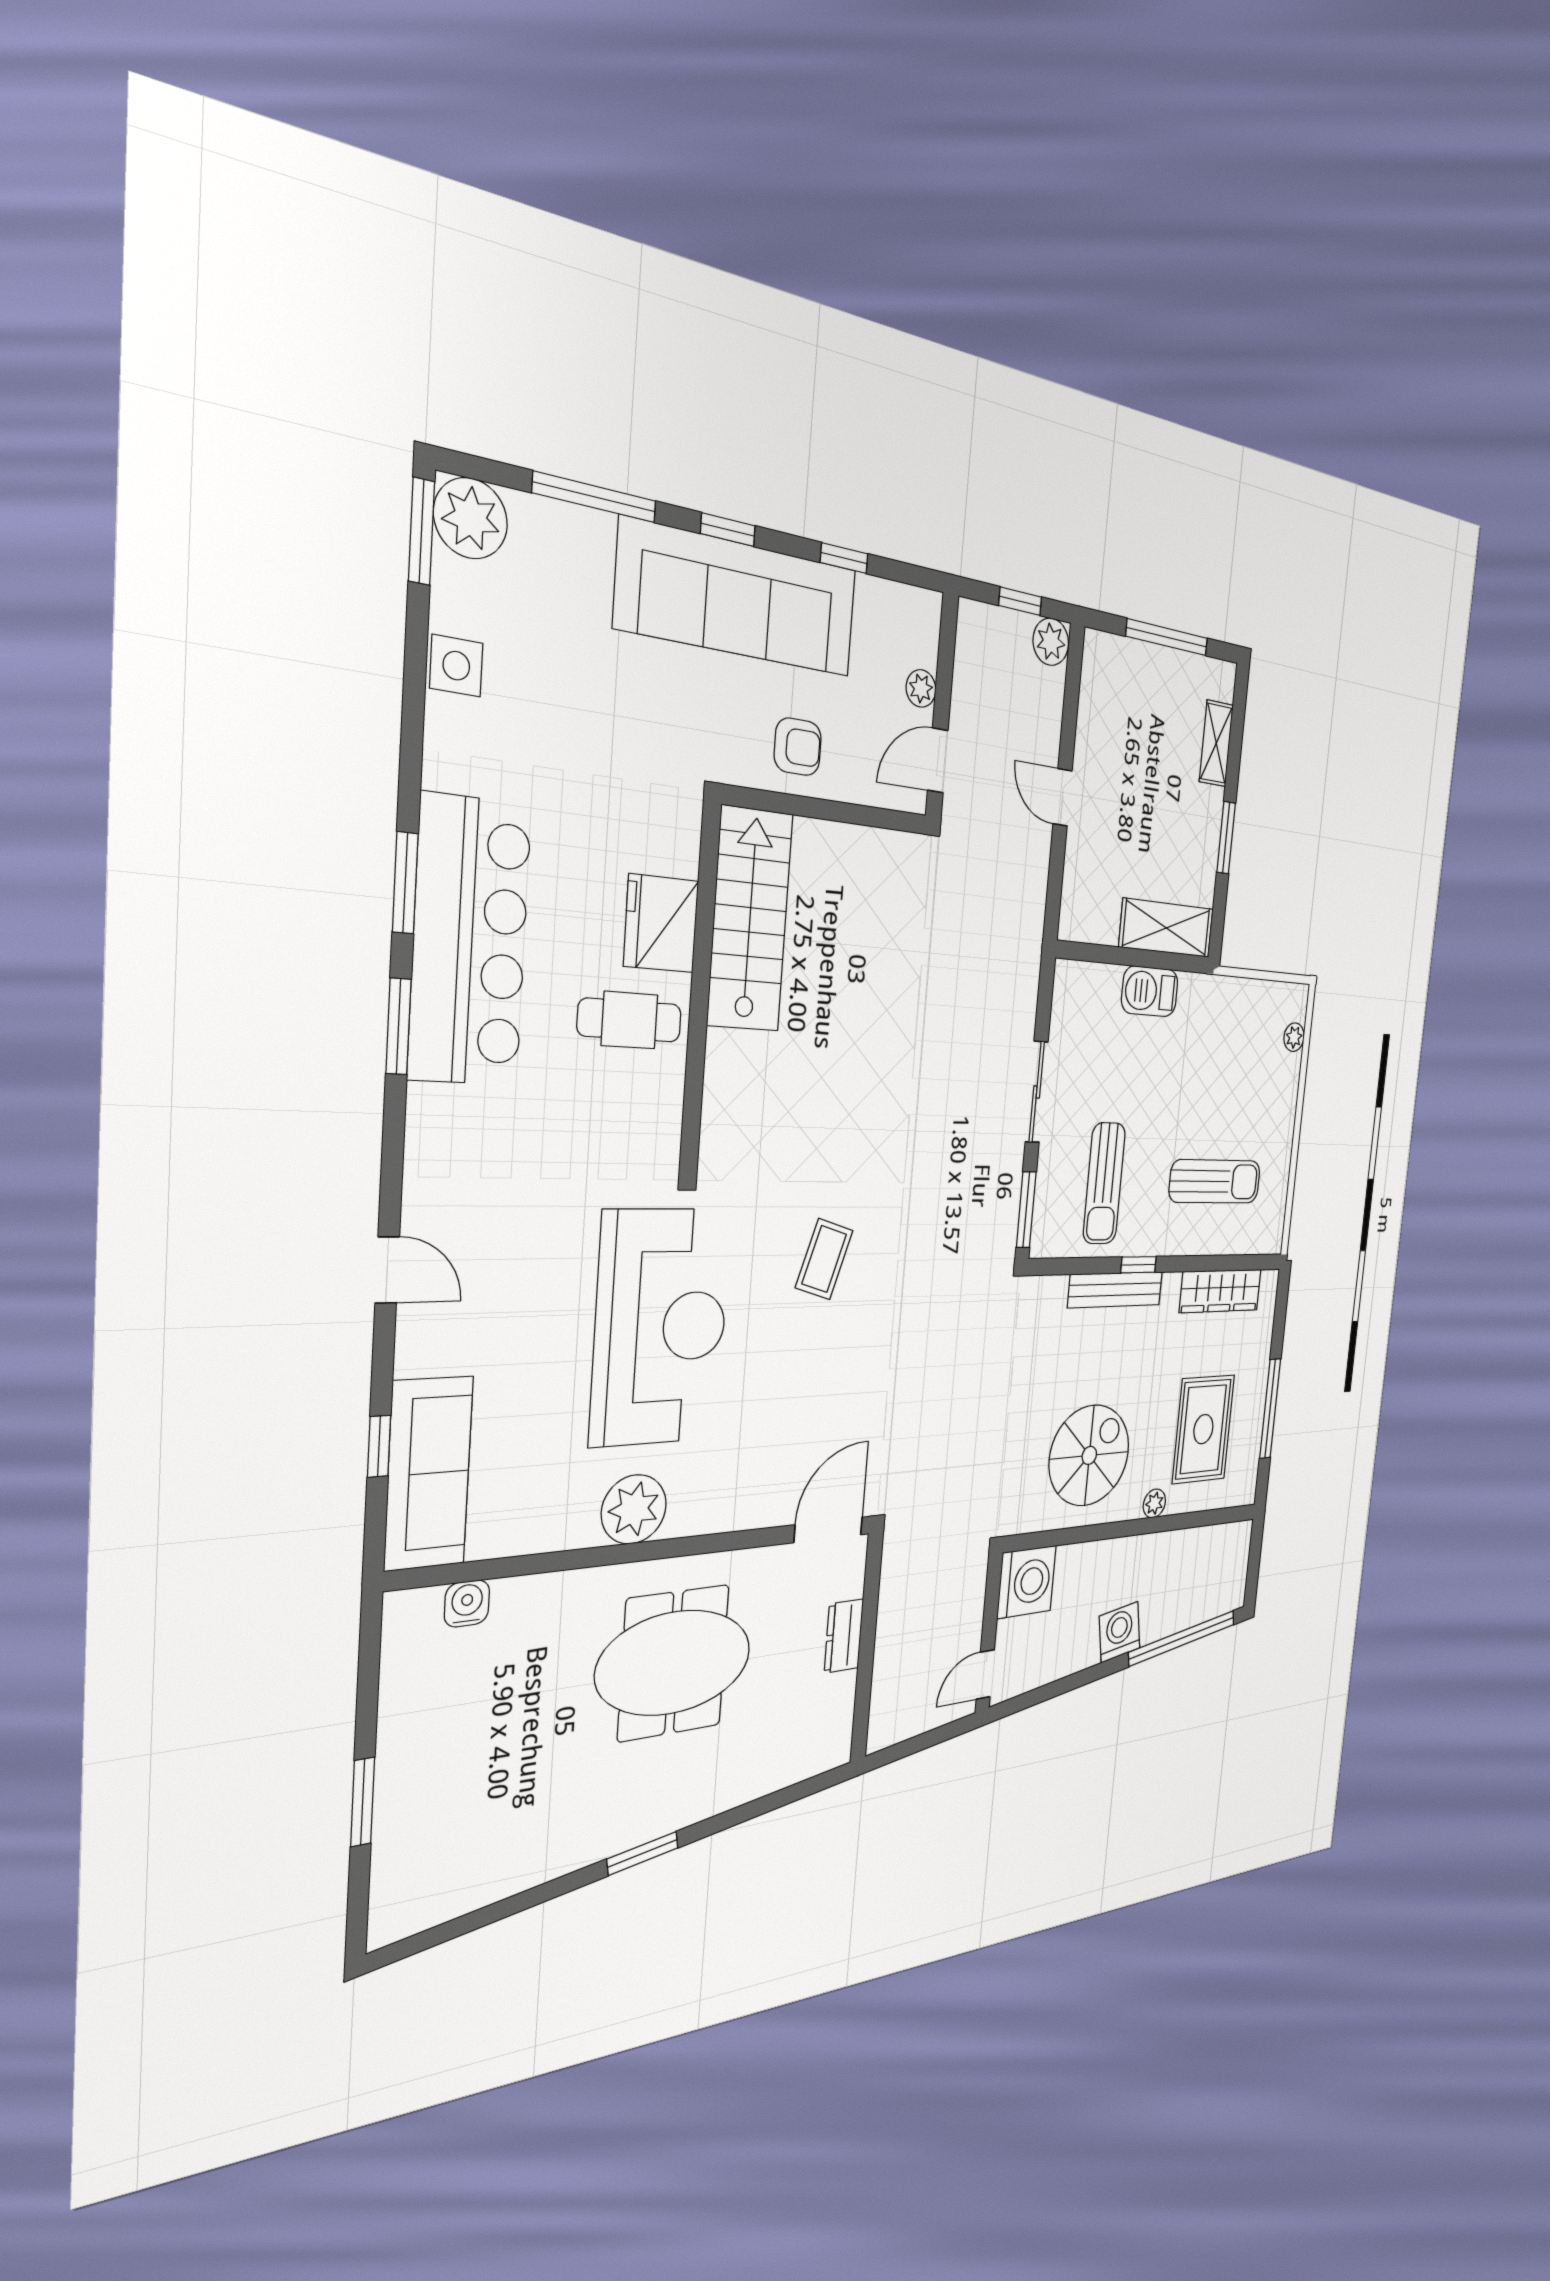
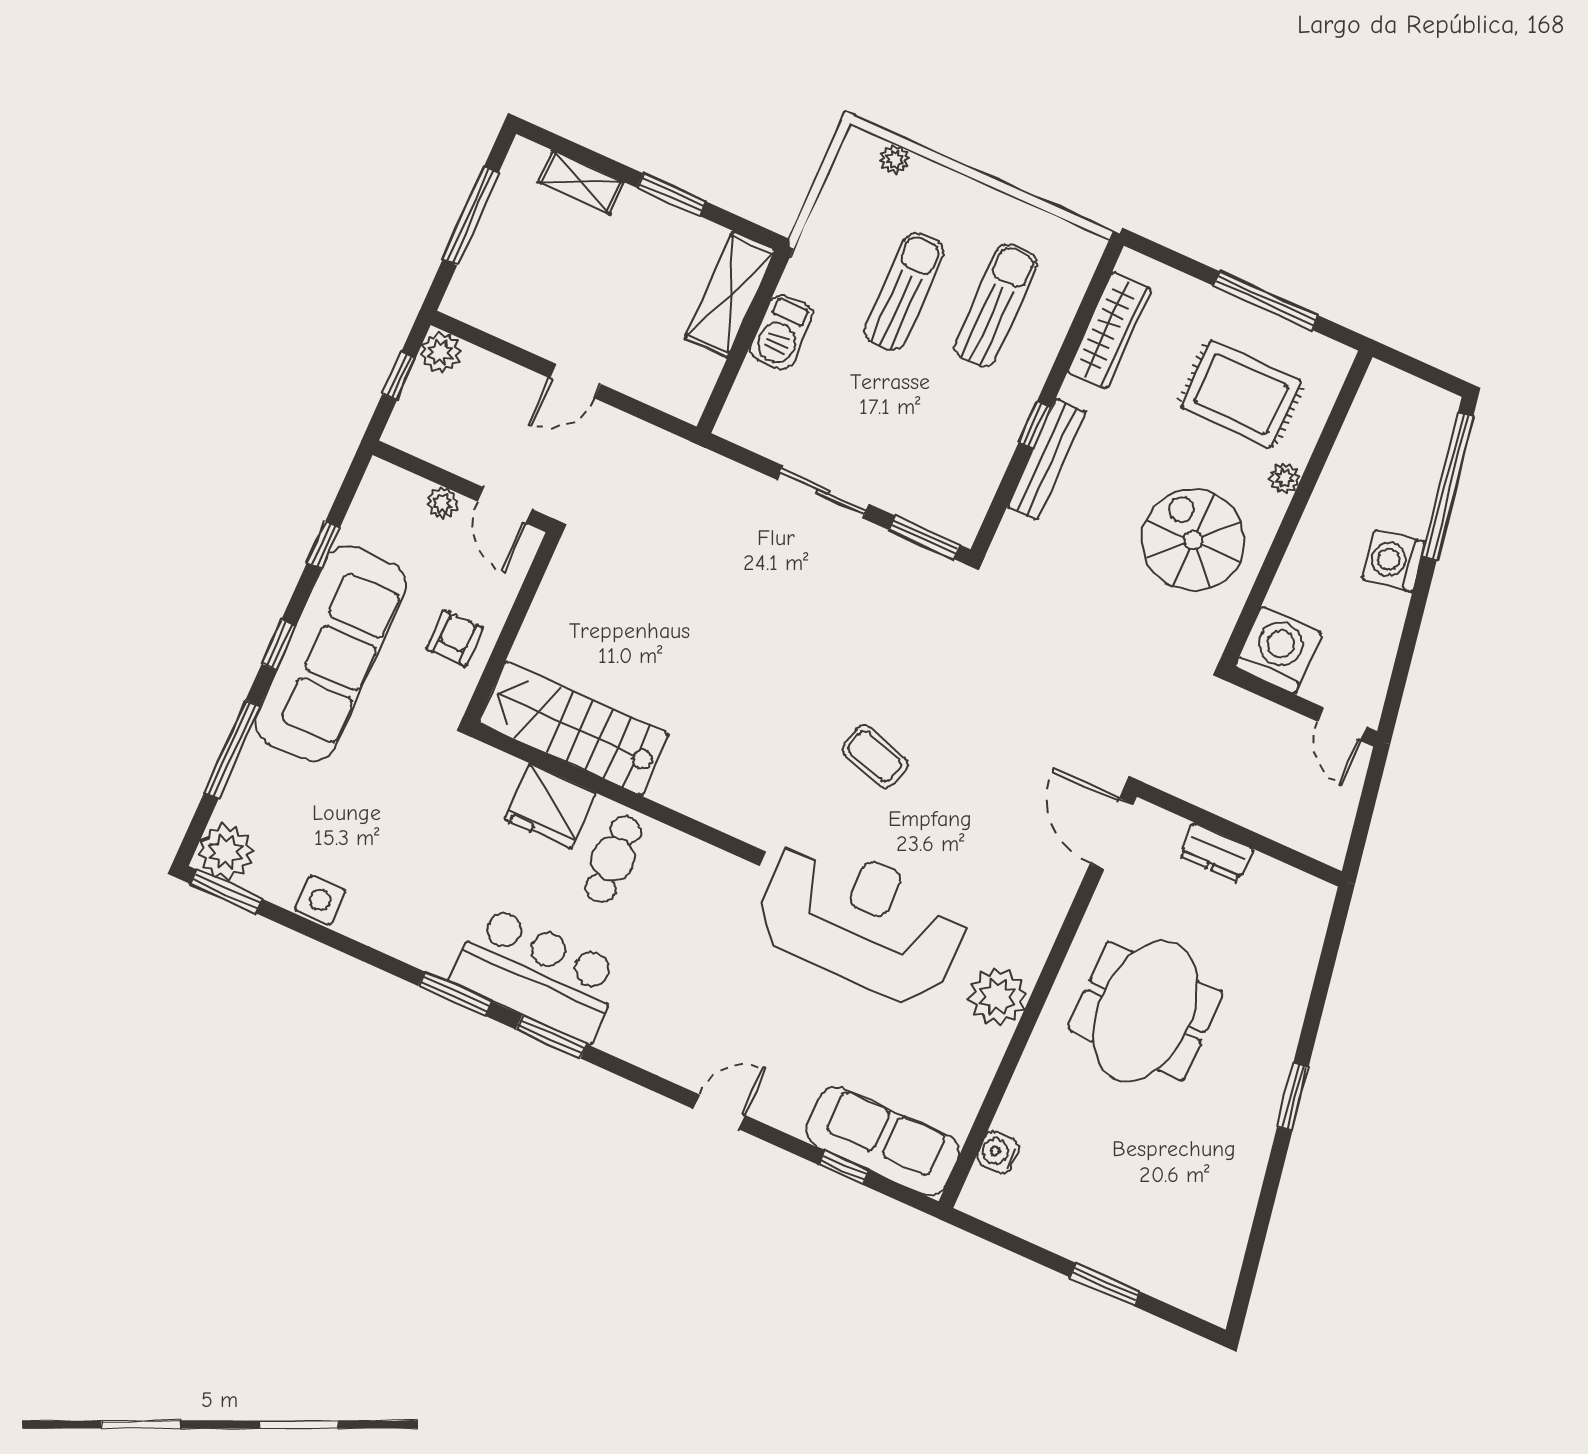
bar counter: (470, 941) -> (537, 974), width x0.73
sun lounger: (1104, 1183) -> (904, 292), moved, turned -90

